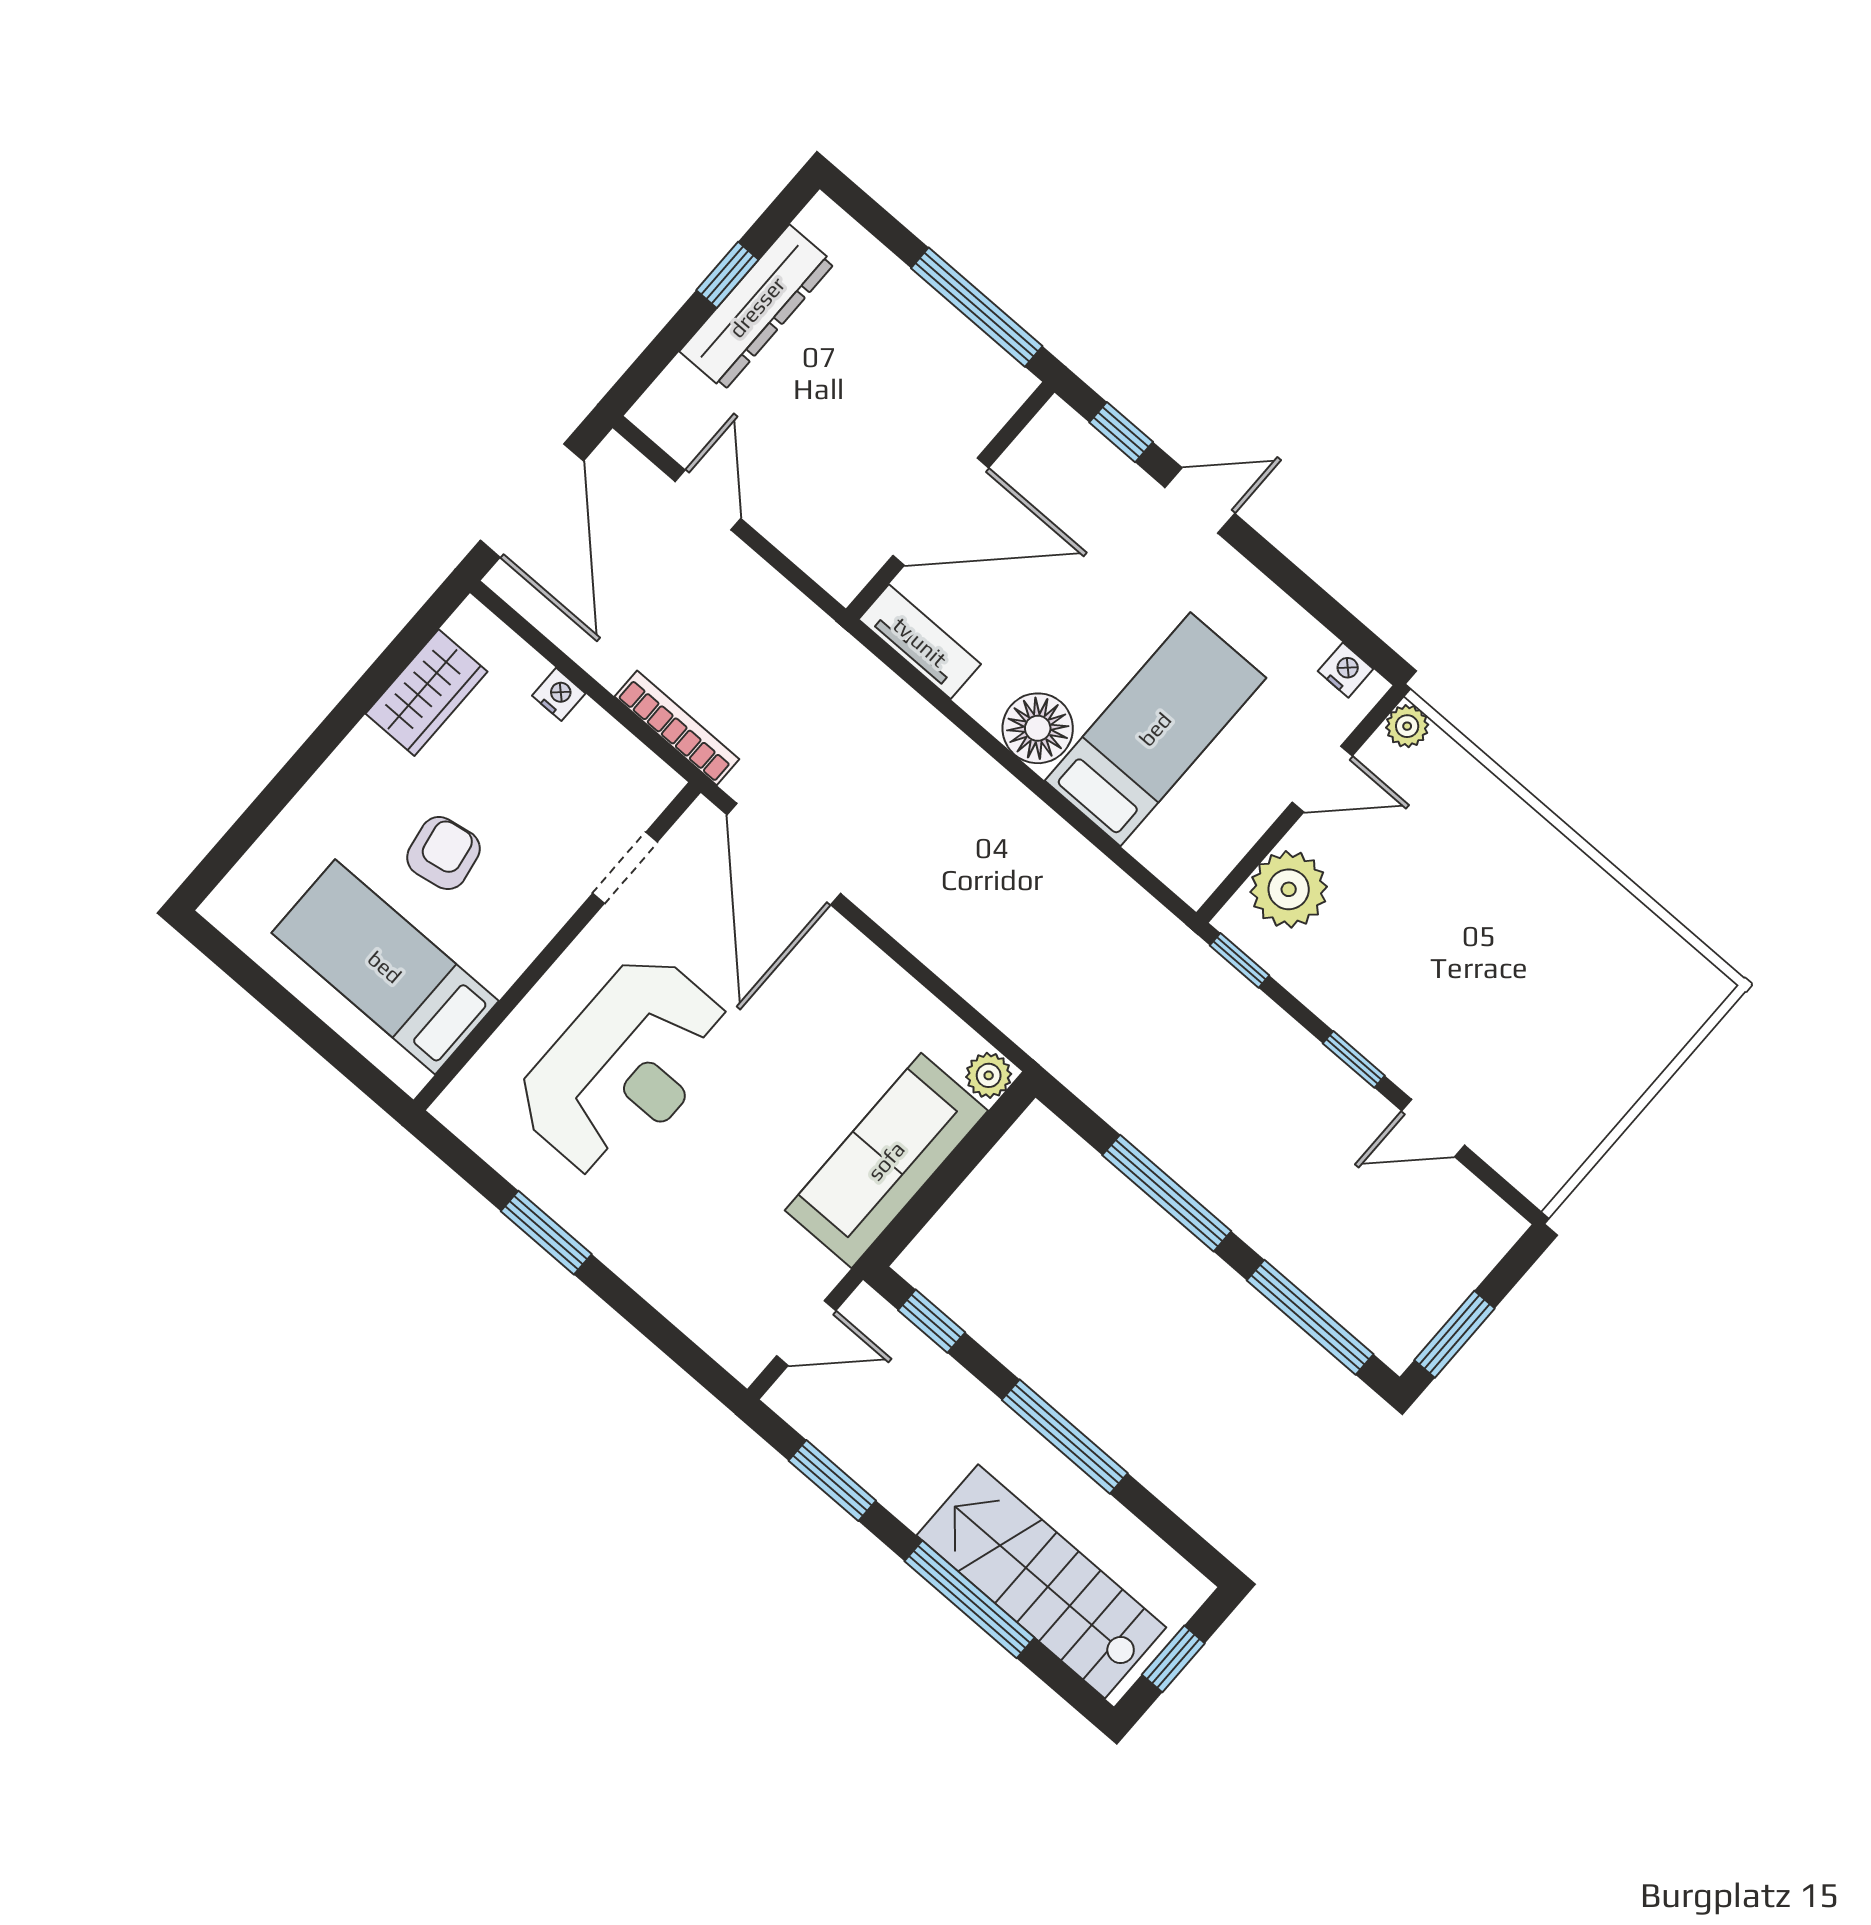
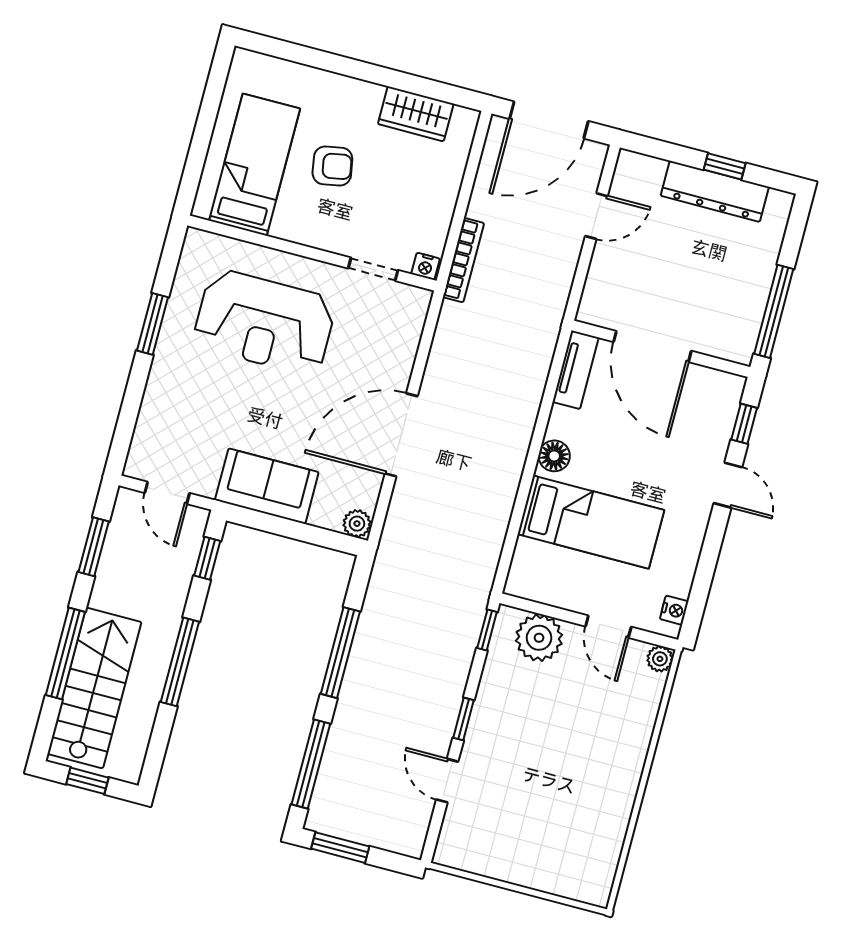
nightstand: (559, 694) -> (426, 266), moved, turned 90
floor lamp: (1038, 728) -> (554, 456), width x0.73, depth x0.73
door: (784, 854) -> (401, 435), moved
sofa: (886, 1161) -> (267, 486), width x0.73

